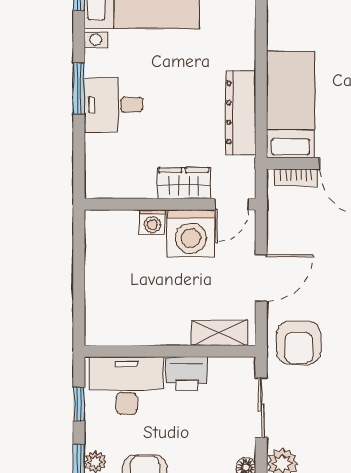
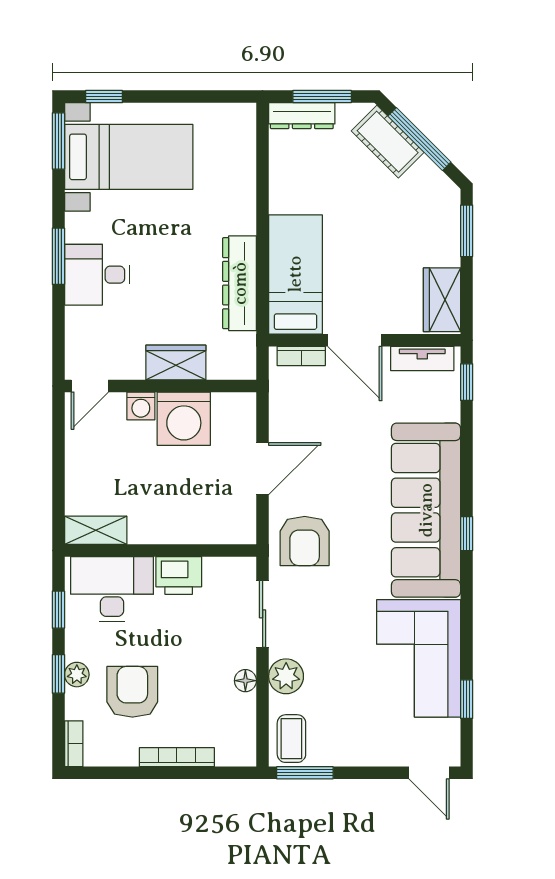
door: (232, 204) -> (90, 386), moved
shelving: (220, 333) -> (96, 530), moved

